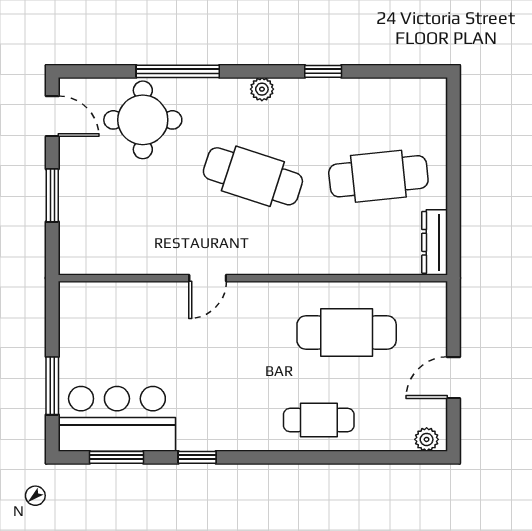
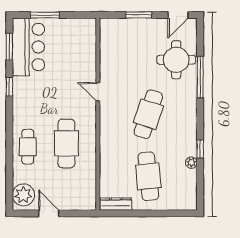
plant: (262, 89) -> (191, 163), moved
cafe table: (347, 333) -> (66, 143), moved
plant: (427, 439) -> (23, 195), width x1.88, depth x1.88

